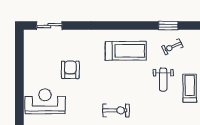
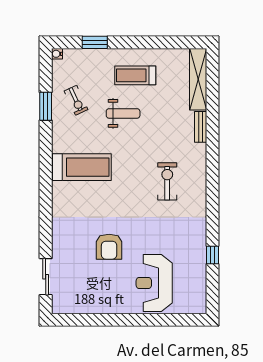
treadmill: (126, 51) -> (82, 167), turned 90
armchair: (70, 70) -> (109, 247), turned -90

